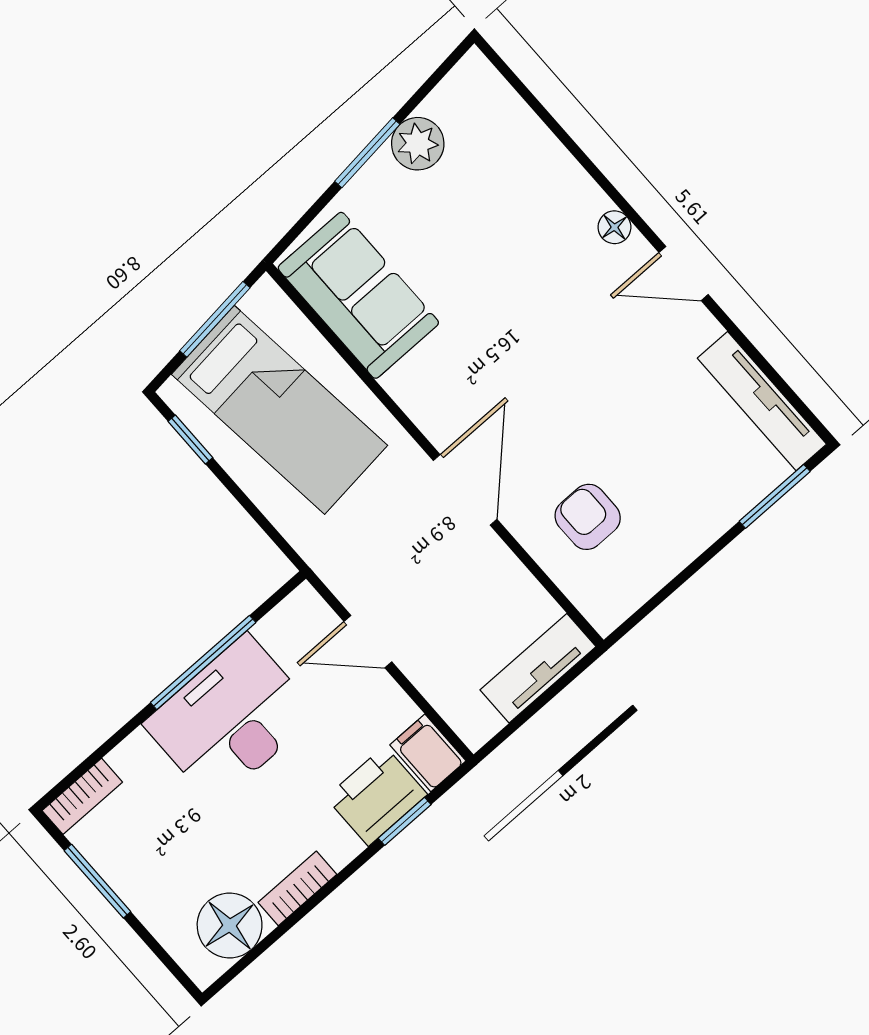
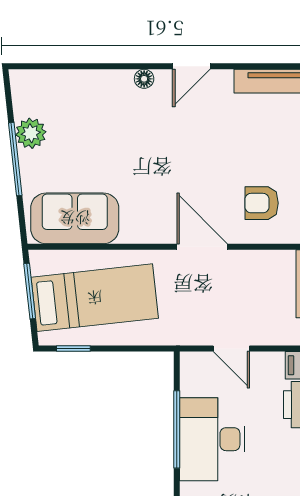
window: (367, 153) -> (15, 159), width x1.44
door: (368, 642) -> (231, 349), hinge flipped

